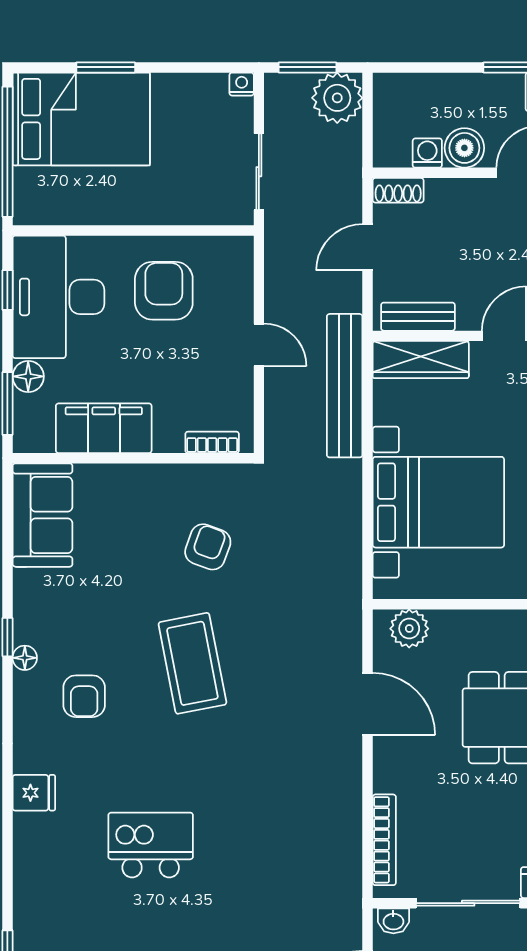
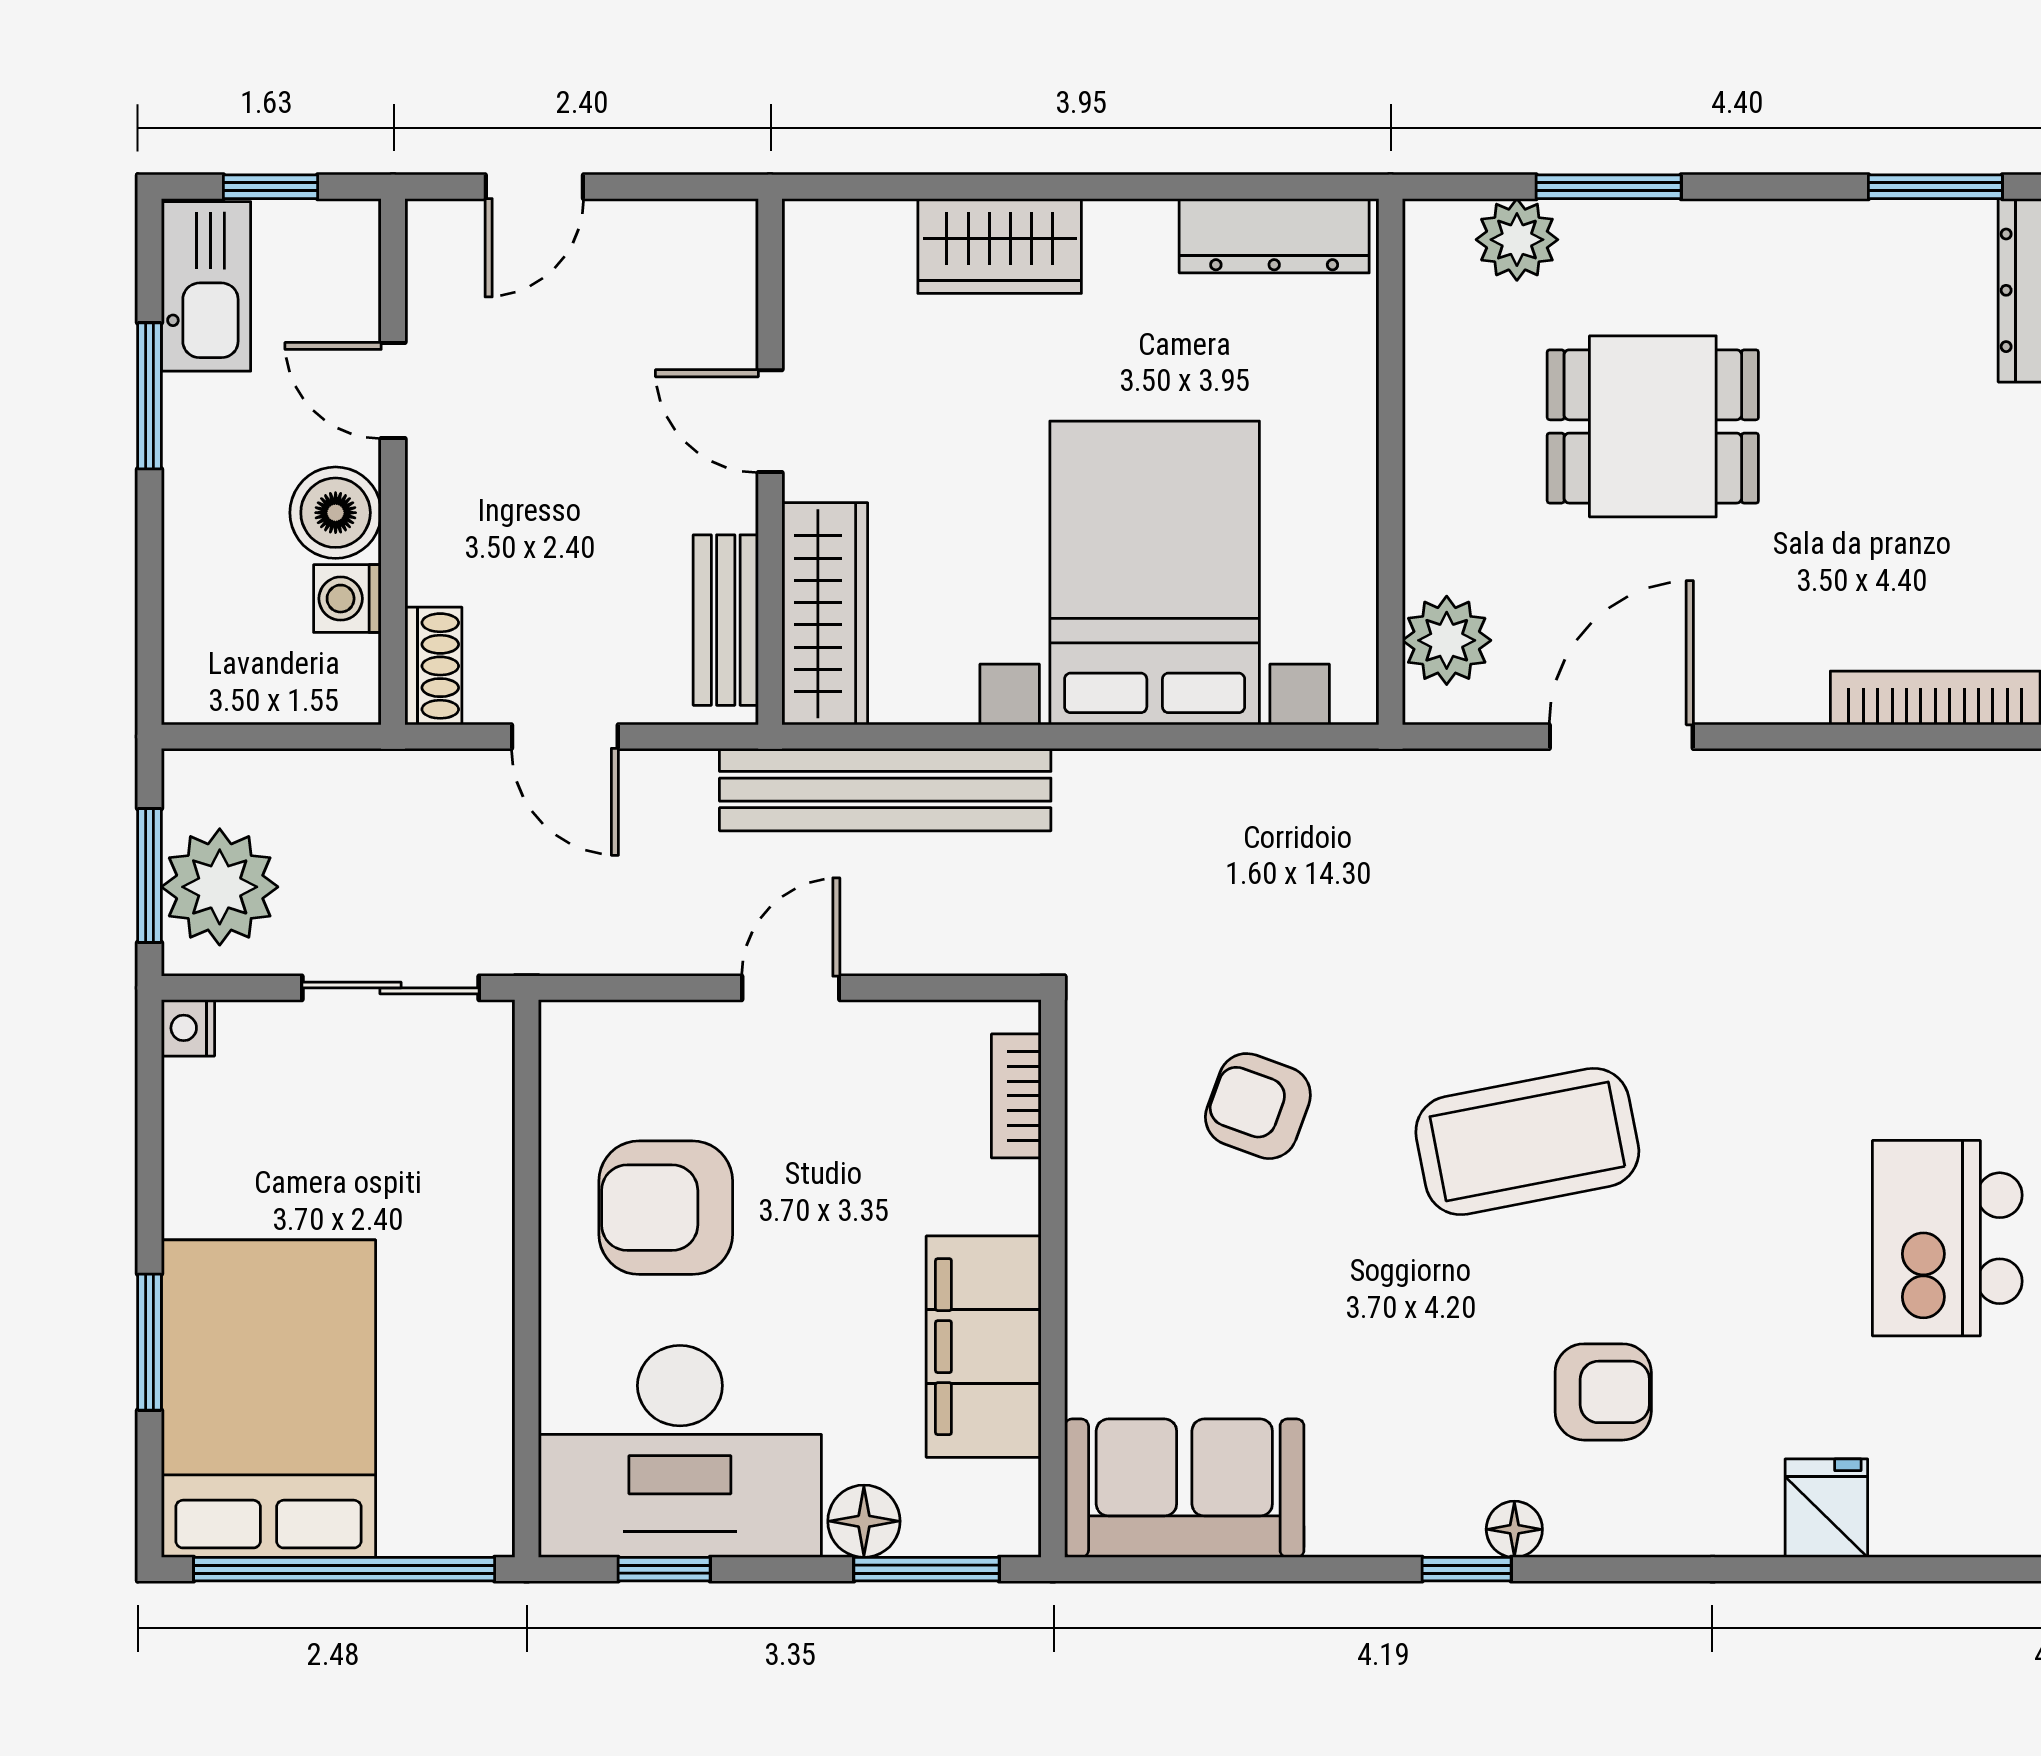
plant: (337, 98) -> (220, 887), moved

